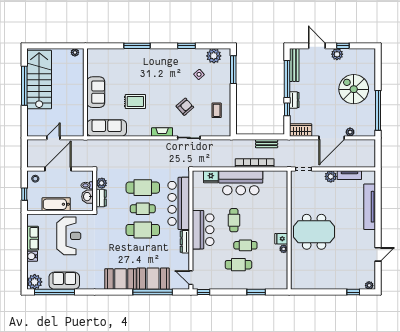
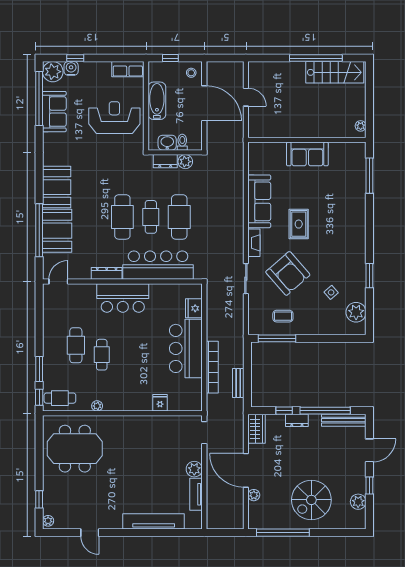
window: (137, 46) -> (369, 176), moved
plant: (337, 54) -> (358, 502), moved
window: (233, 70) -> (277, 338), moved
stairs: (39, 80) -> (335, 72), width x0.73, depth x0.66
spiral stairs: (354, 89) -> (311, 500), turned 180
rug: (135, 101) -> (299, 224), moved
armchair: (185, 107) -> (288, 273), width x1.88, depth x1.88
sofa: (107, 128) -> (259, 201), moved
cafe table: (234, 220) -> (60, 398), moved
meeting table: (314, 232) -> (75, 449), moved, turned 90
reception desk: (69, 236) -> (114, 118), turned 180
row of seats: (33, 238) -> (128, 69), moved
fridge: (281, 239) -> (160, 403), moved
water cooler: (32, 256) -> (71, 68), moved
window: (24, 265) -> (75, 58), added
window: (204, 292) -> (39, 397), moved

